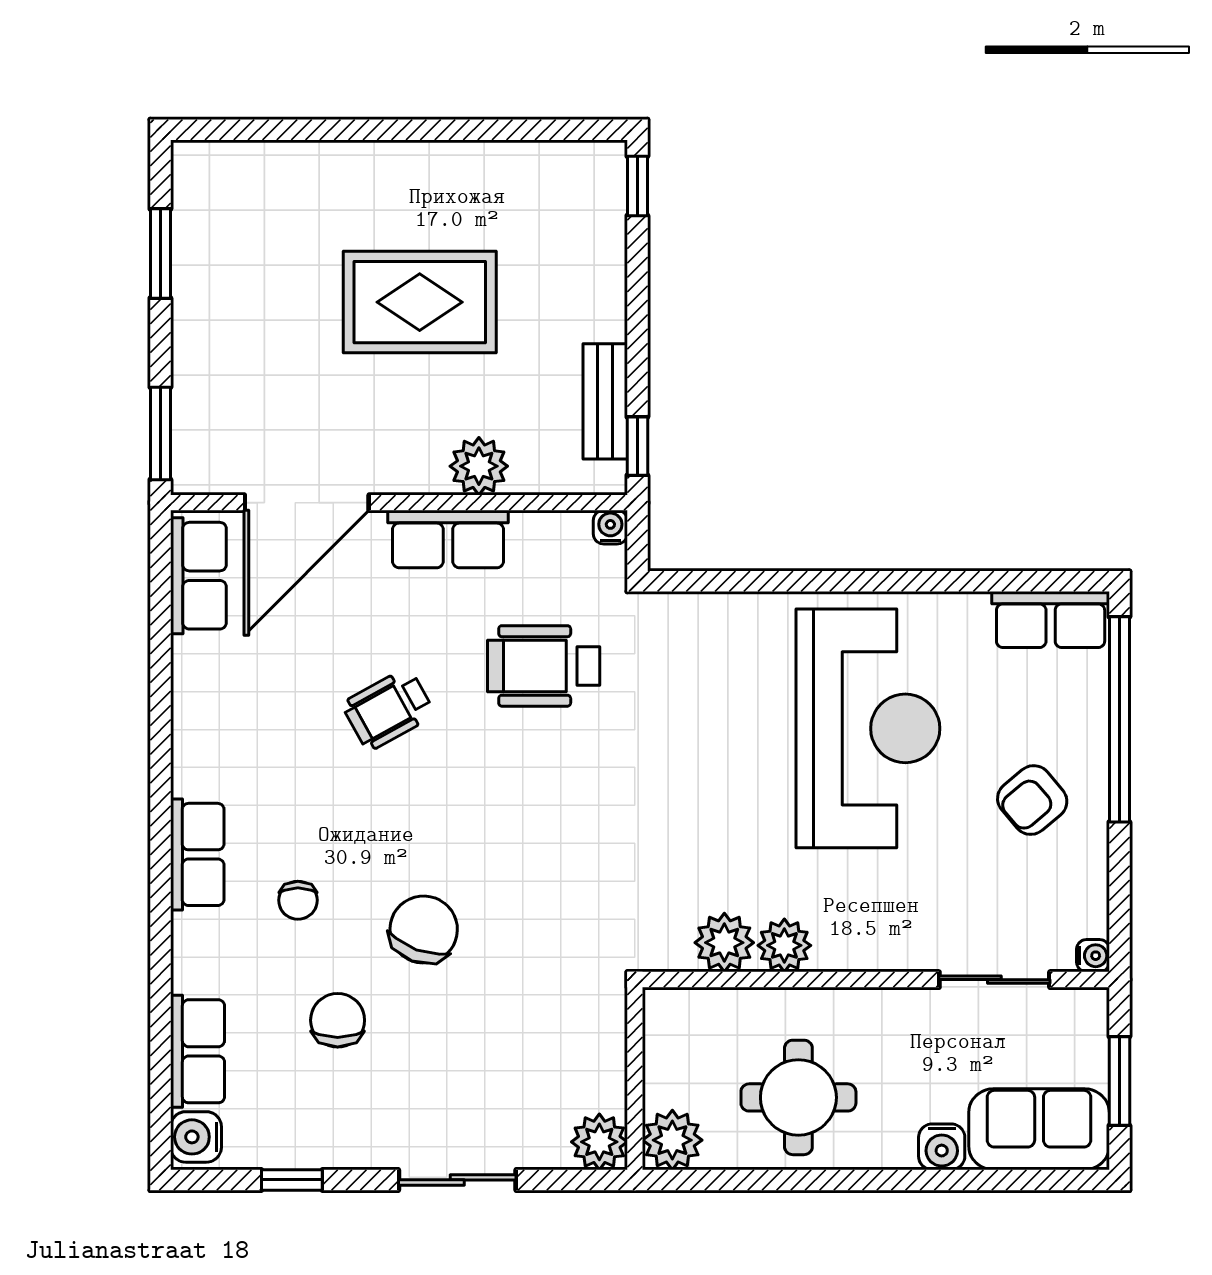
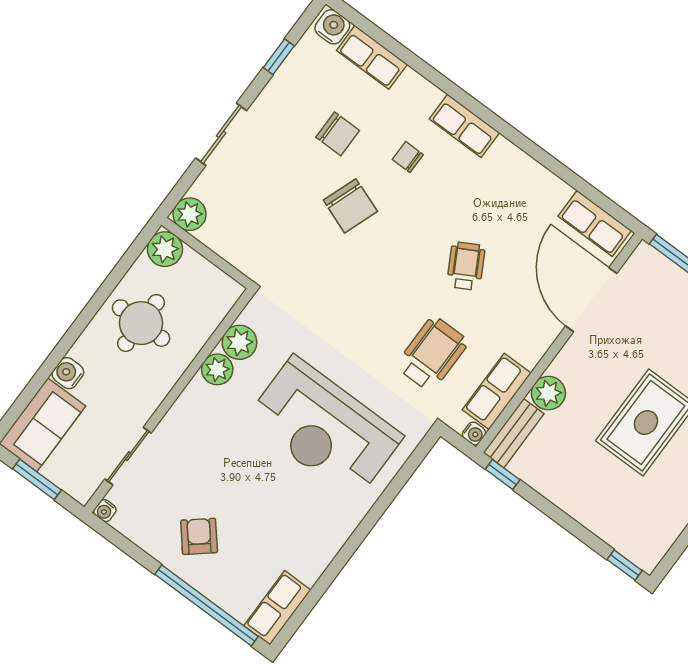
bench: (605, 401) -> (514, 433), moved, turned 90
row of seats: (448, 539) -> (497, 391), moved
reception desk: (868, 728) -> (324, 428), moved

